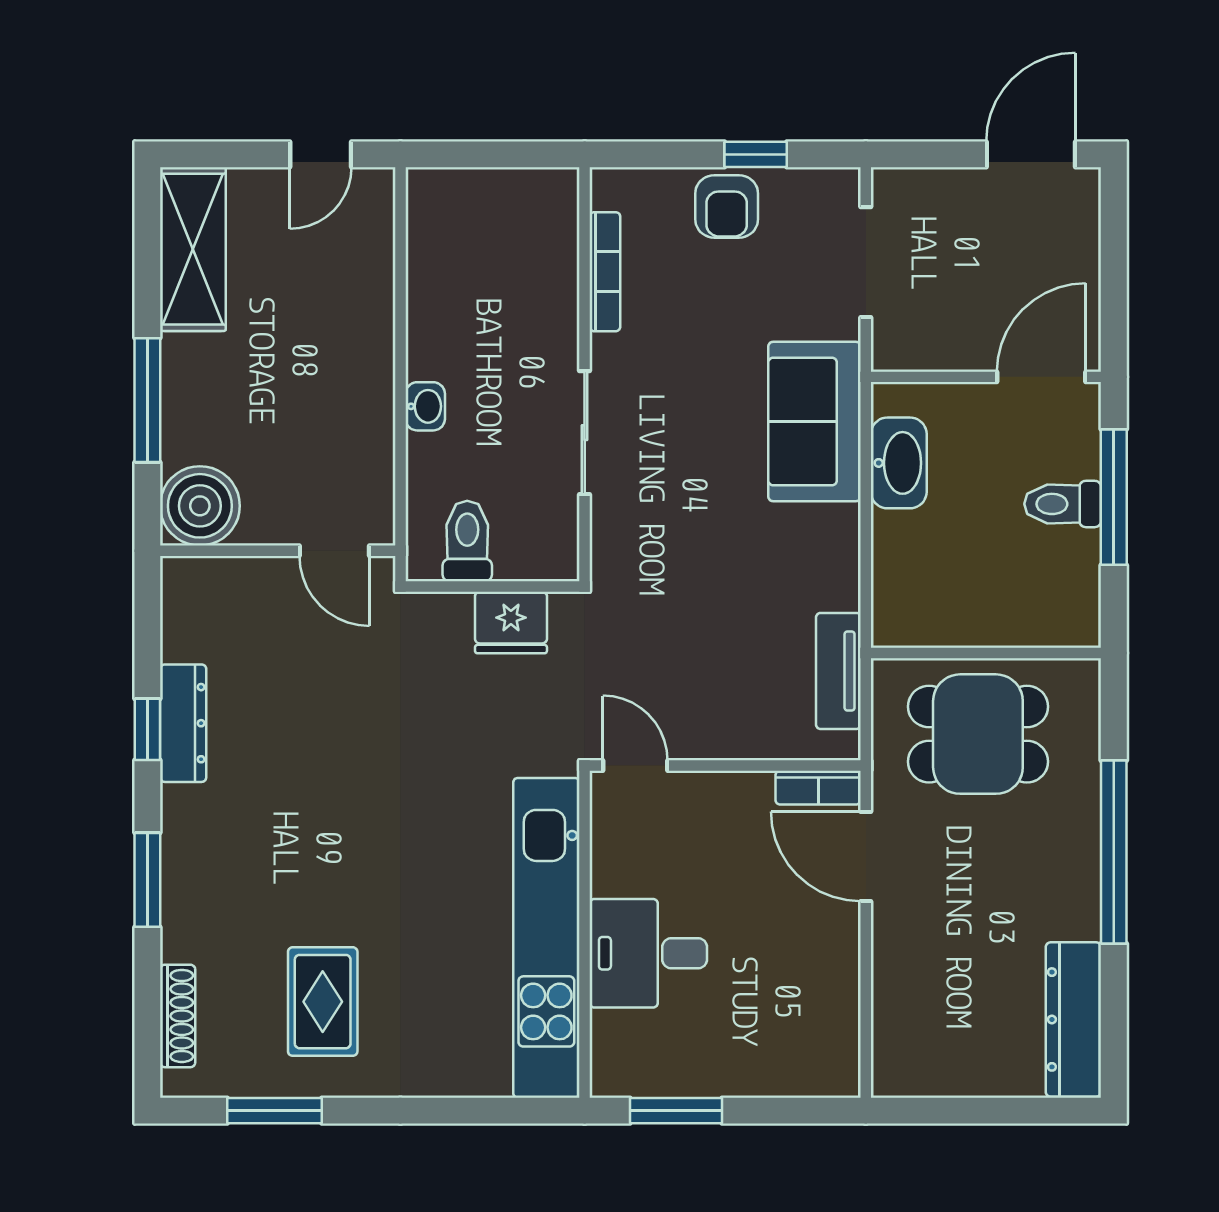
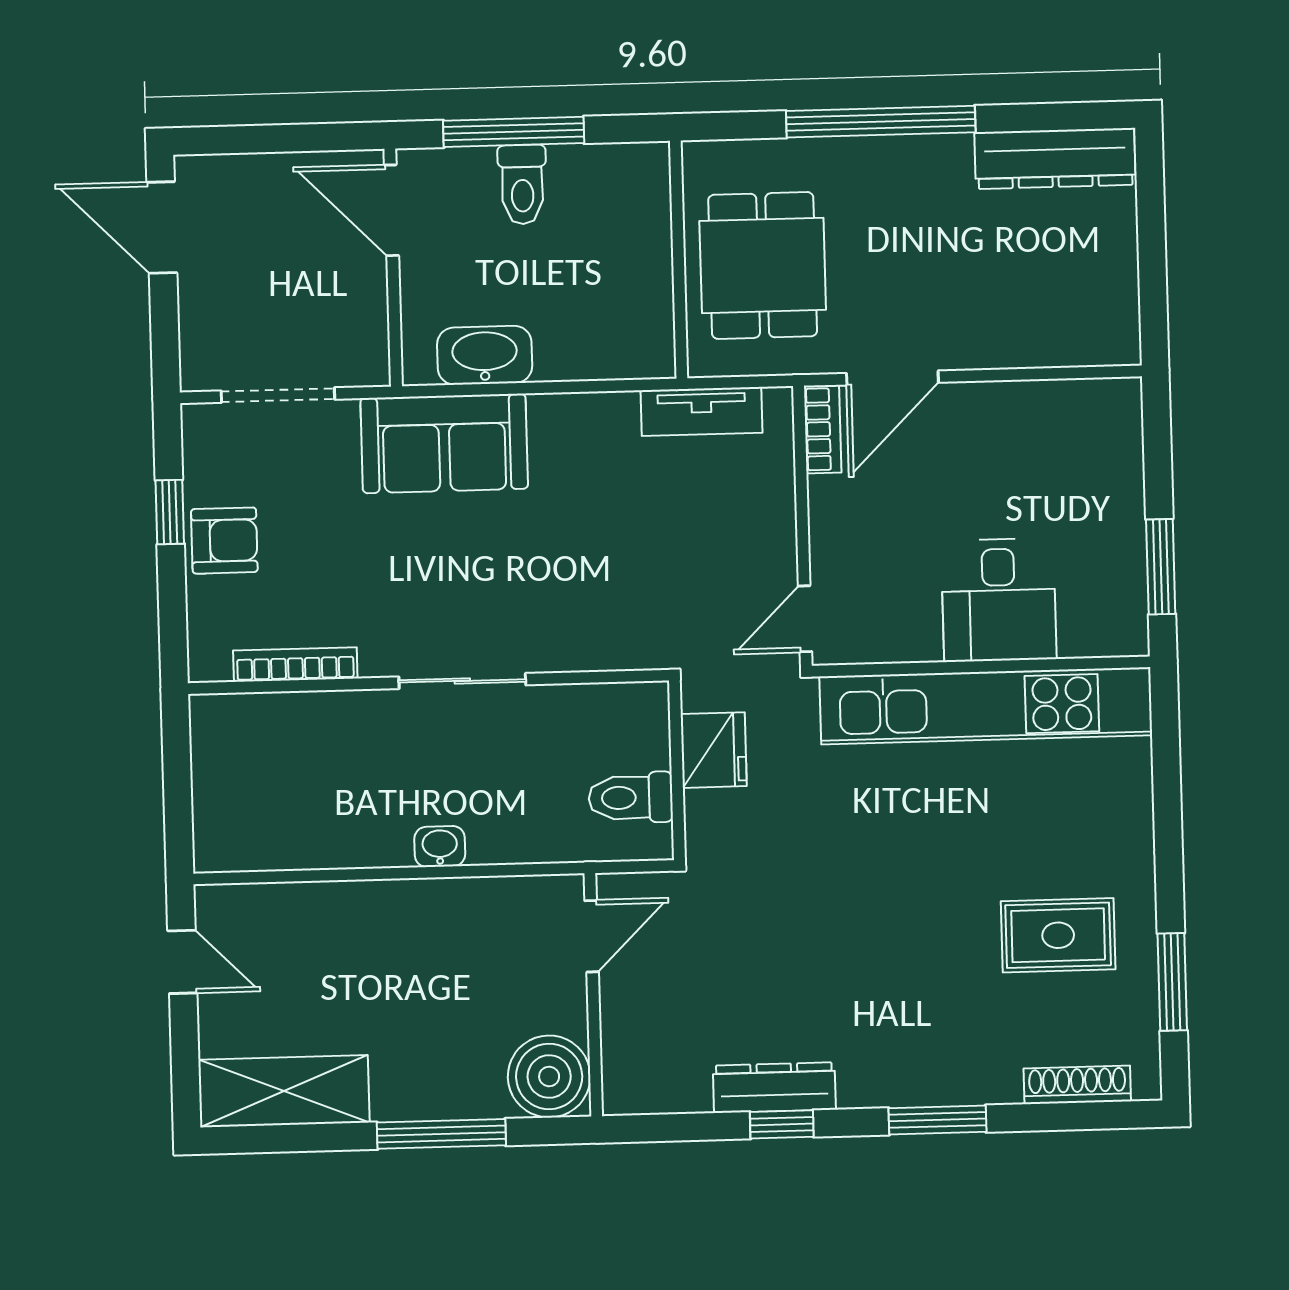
toilet: (467, 541) -> (631, 798), moved
wall: (492, 587) -> (677, 770), moved
fridge: (511, 623) -> (714, 750), moved

